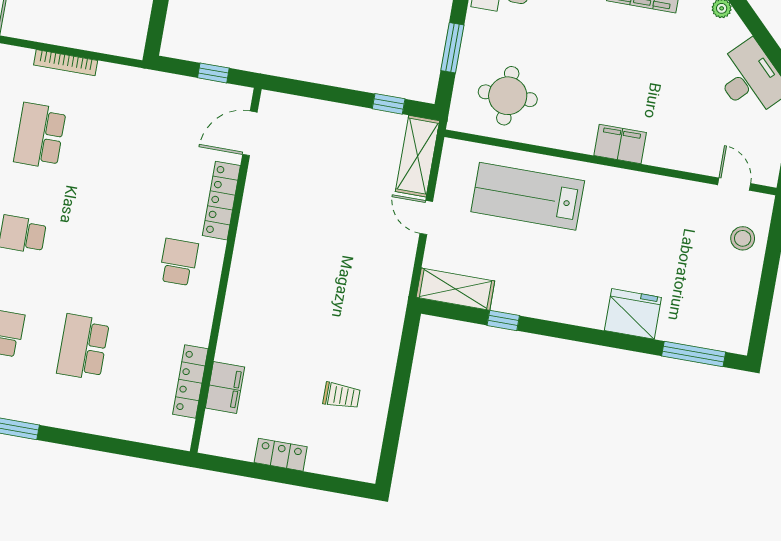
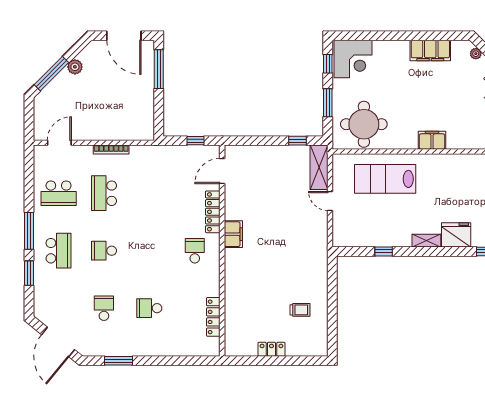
round table: (508, 96) -> (364, 124), width x1.36, depth x1.36
shelving: (455, 289) -> (426, 241), moved, width x0.67, depth x0.75
school desk: (83, 347) -> (149, 308), width x0.54
filing cabinet: (225, 388) -> (233, 234), moved

